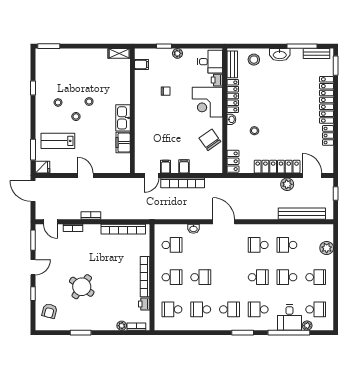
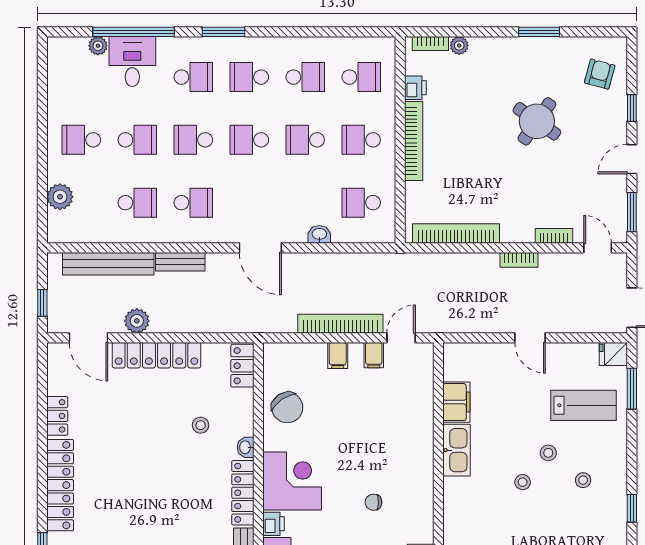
bench: (265, 215) -> (180, 262), added
school desk: (316, 309) -> (249, 140), moved

